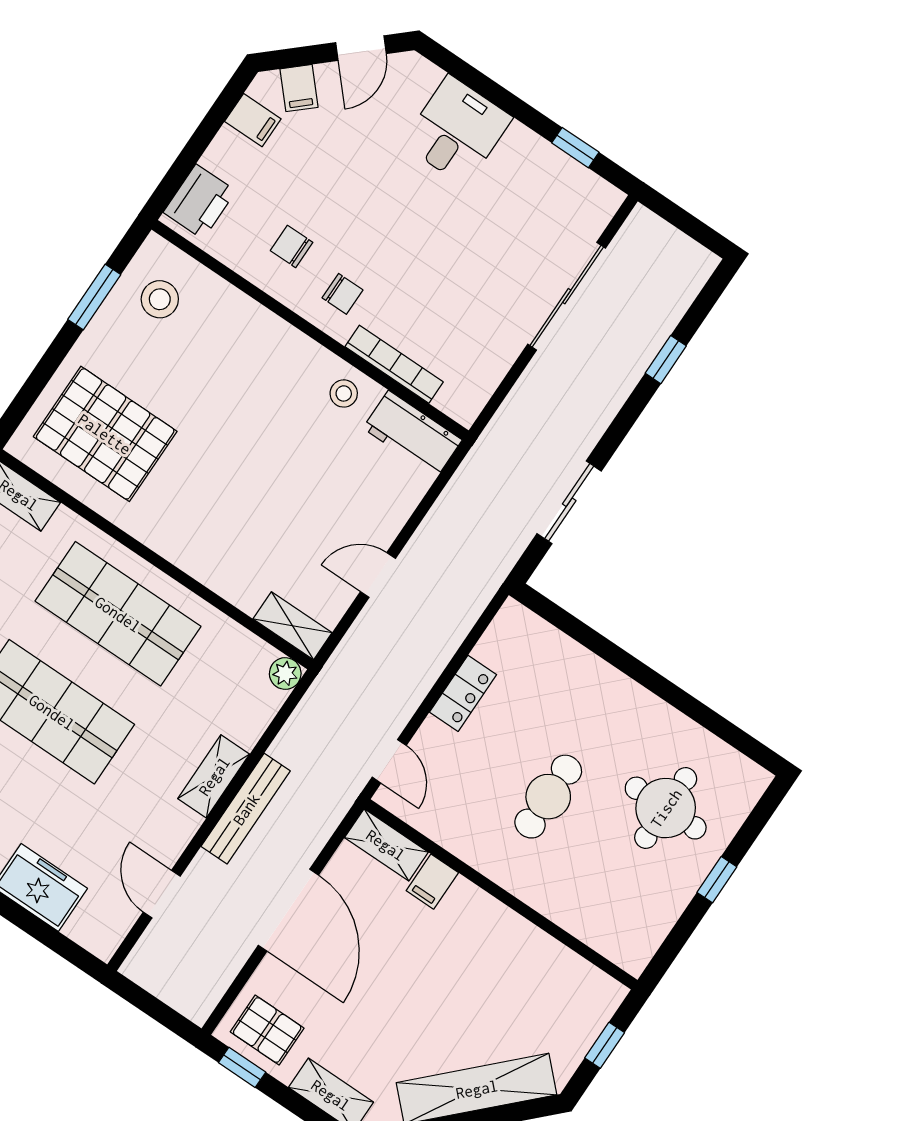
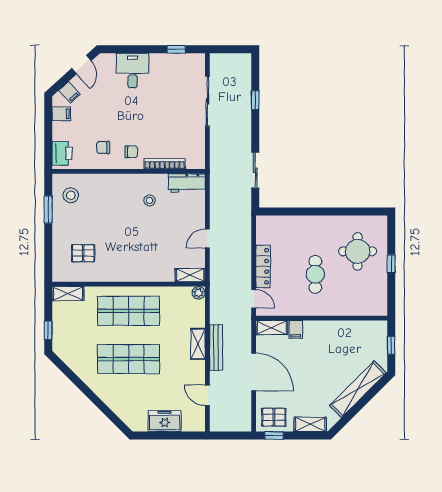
stool: (344, 393) -> (150, 200), moved
pallet: (105, 434) -> (83, 253), width x0.49, depth x0.50
locker: (463, 693) -> (263, 266), width x1.53

